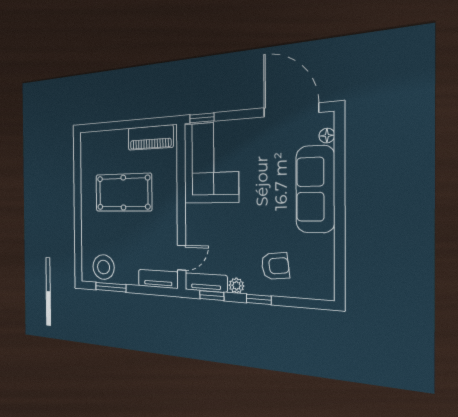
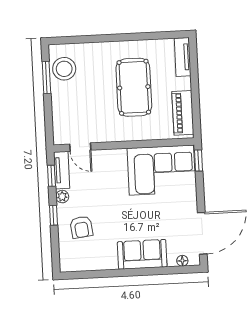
sofa: (315, 189) -> (142, 254), width x0.73
tv unit: (158, 279) -> (183, 57), moved, turned 180

